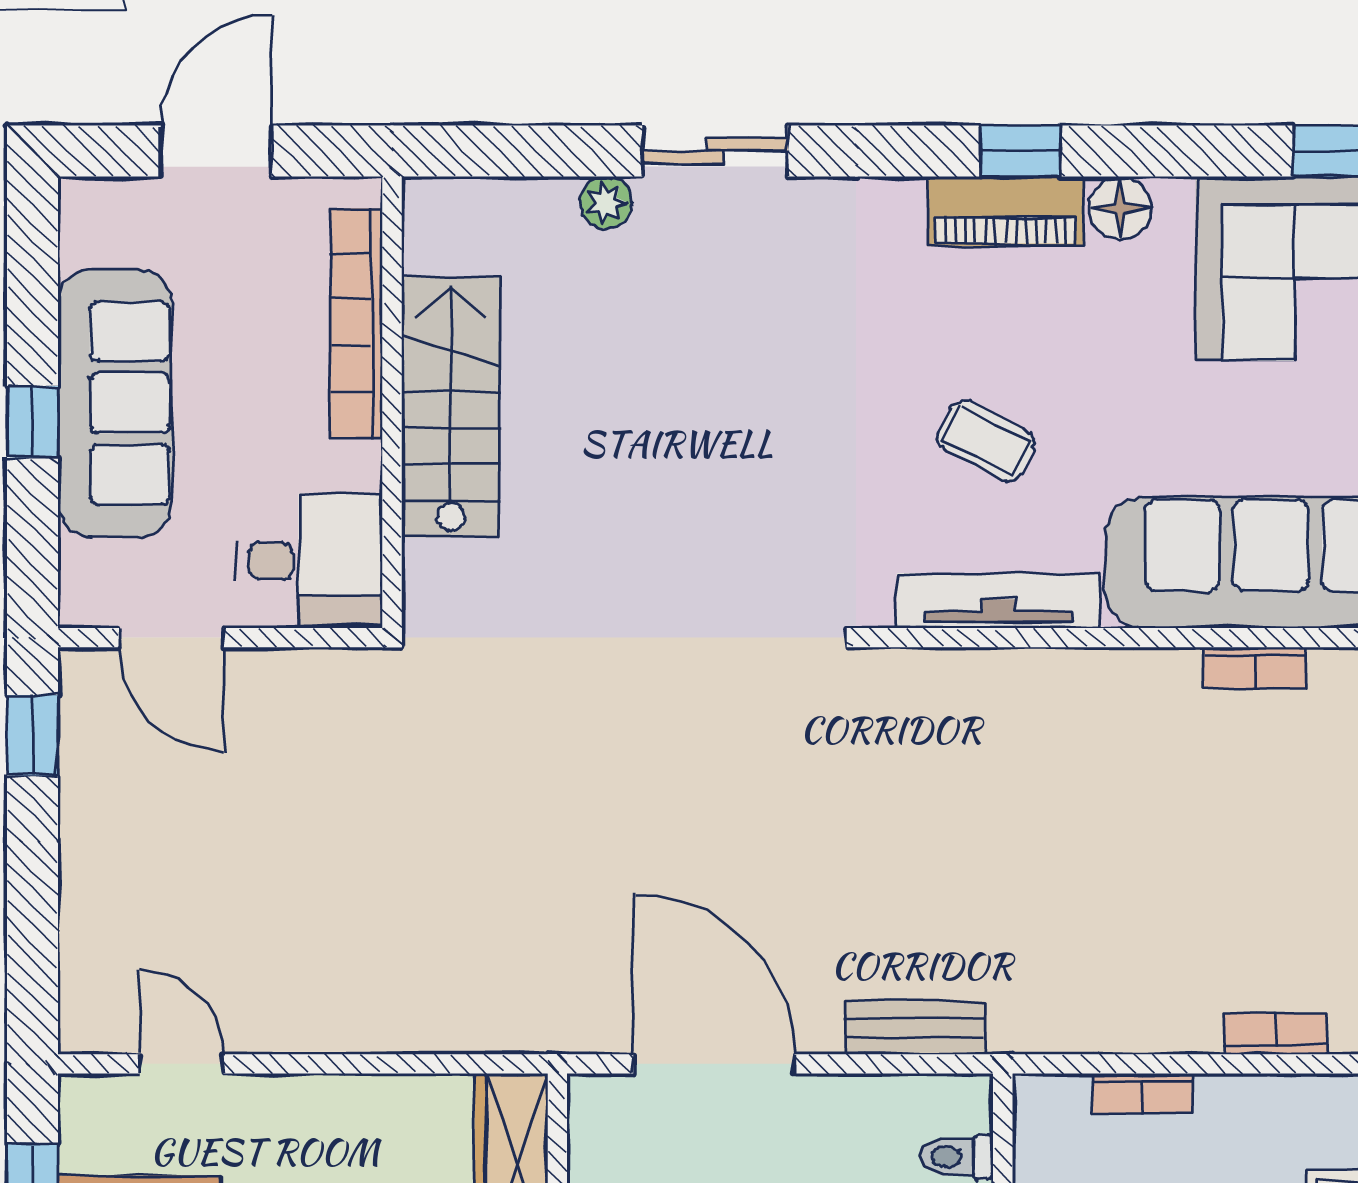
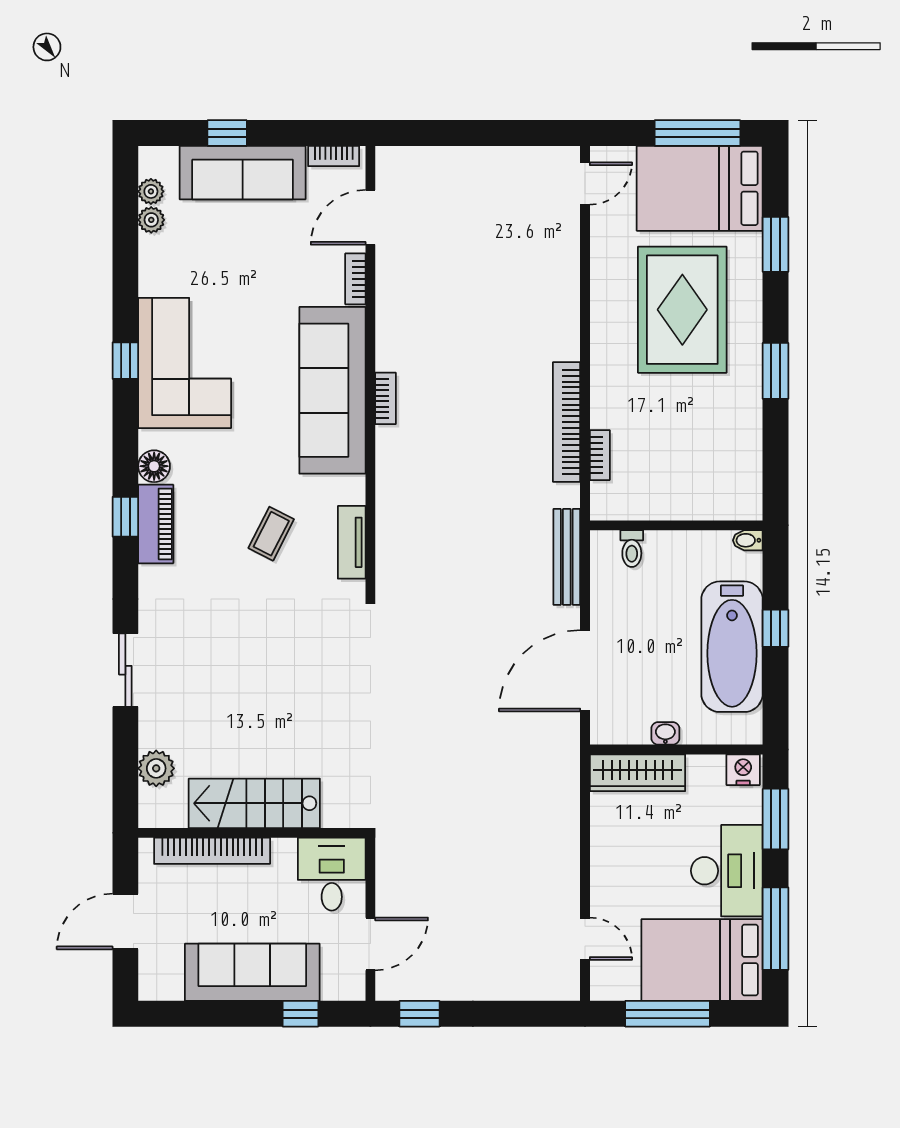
door: (216, 151) -> (125, 921), hinge flipped
plant: (606, 202) -> (156, 768), moved, width x1.38, depth x1.38
window: (33, 422) -> (300, 1014), moved
tv unit: (999, 601) -> (352, 542), width x0.71
bench: (915, 1028) -> (567, 557), width x1.36
bookcase: (1276, 1034) -> (567, 422), width x2.31, depth x1.31
door: (182, 1064) -> (585, 939), swing flipped

